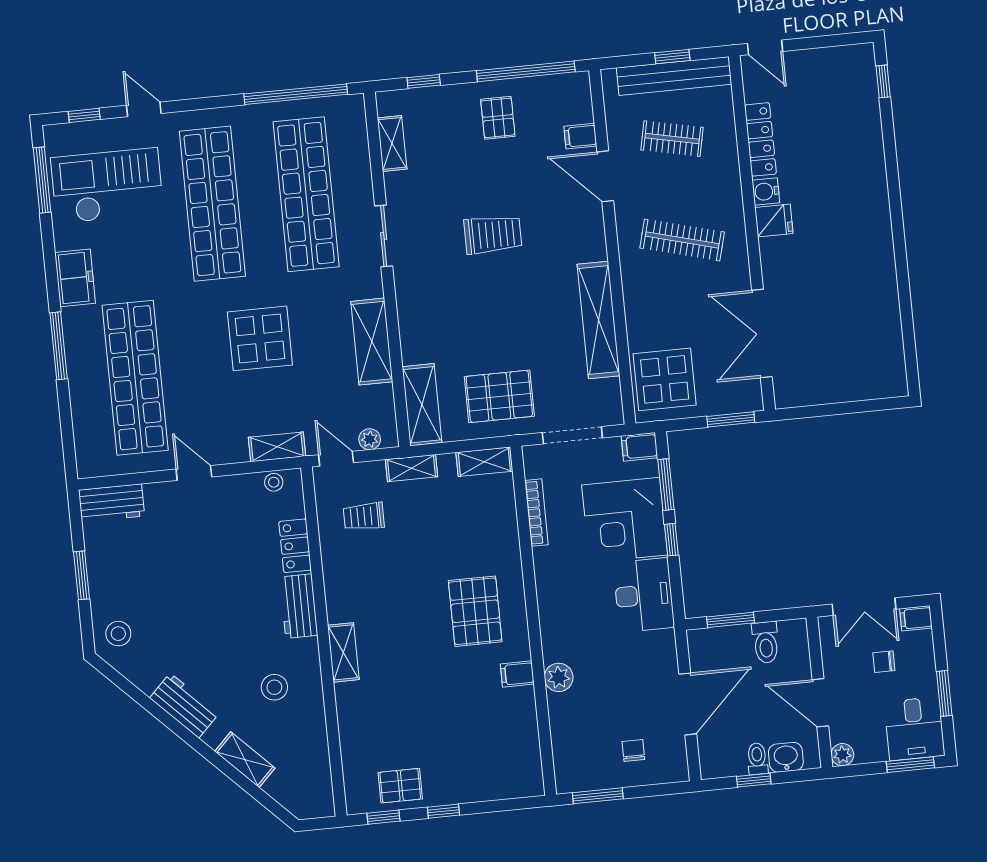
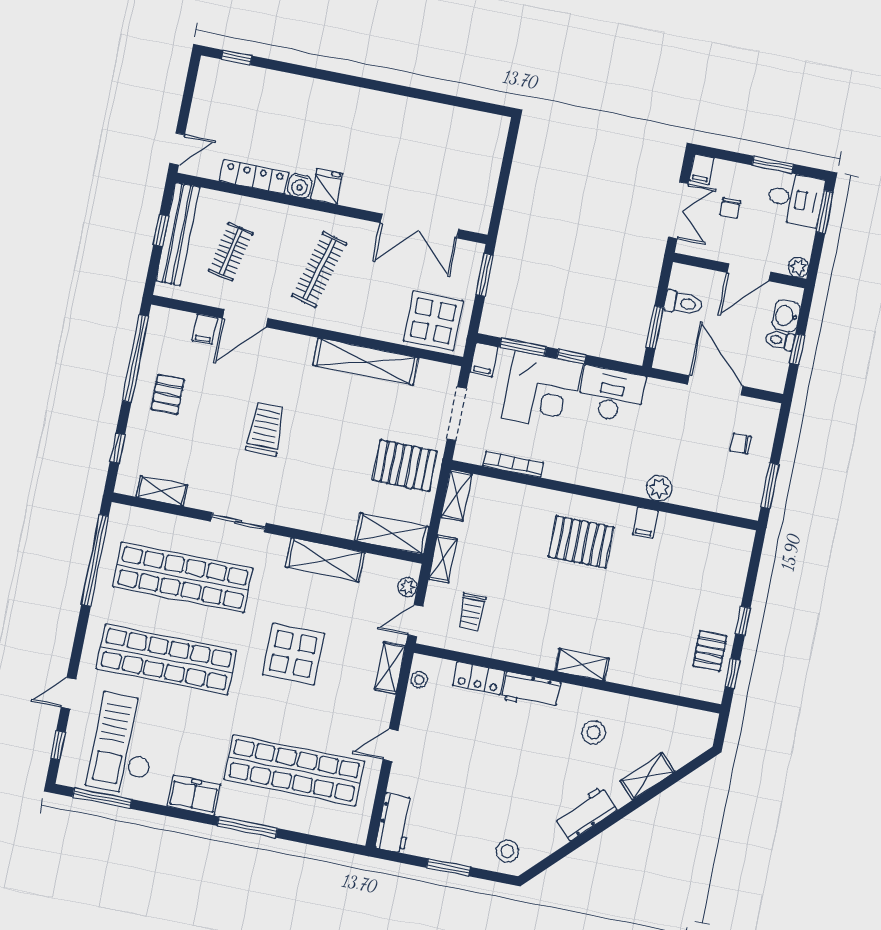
pallet: (498, 118) -> (168, 394), turned 90
pallet: (499, 396) -> (405, 466), turned 90

